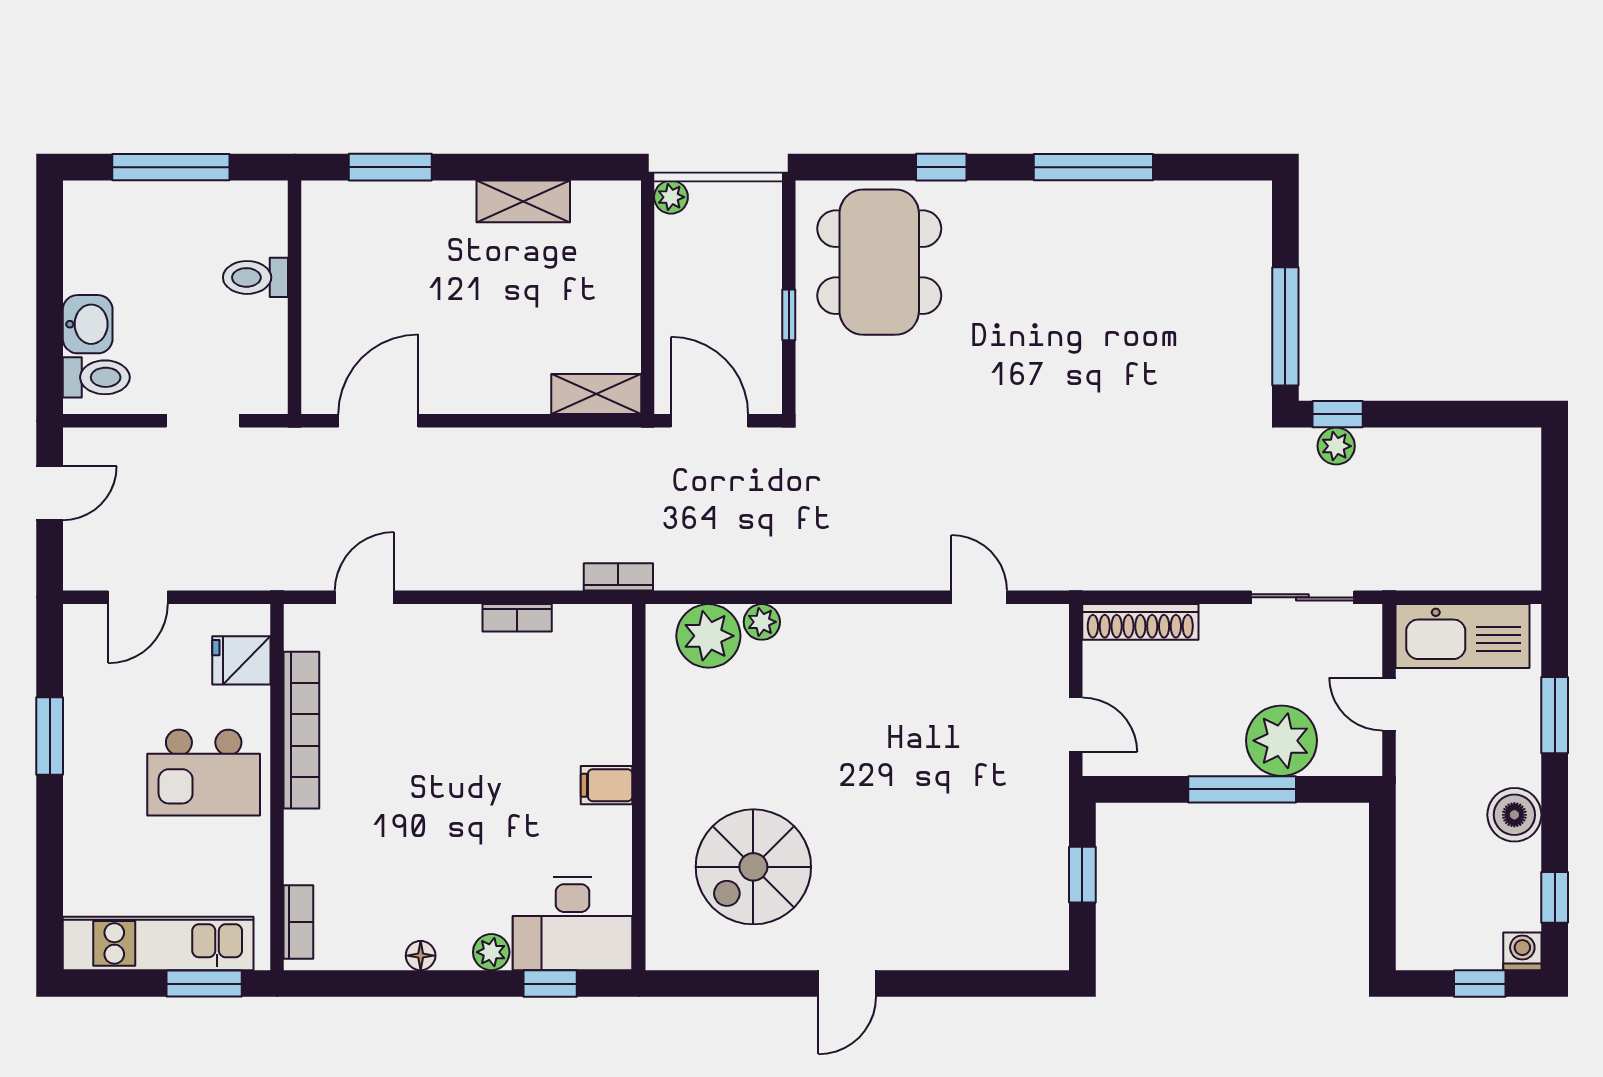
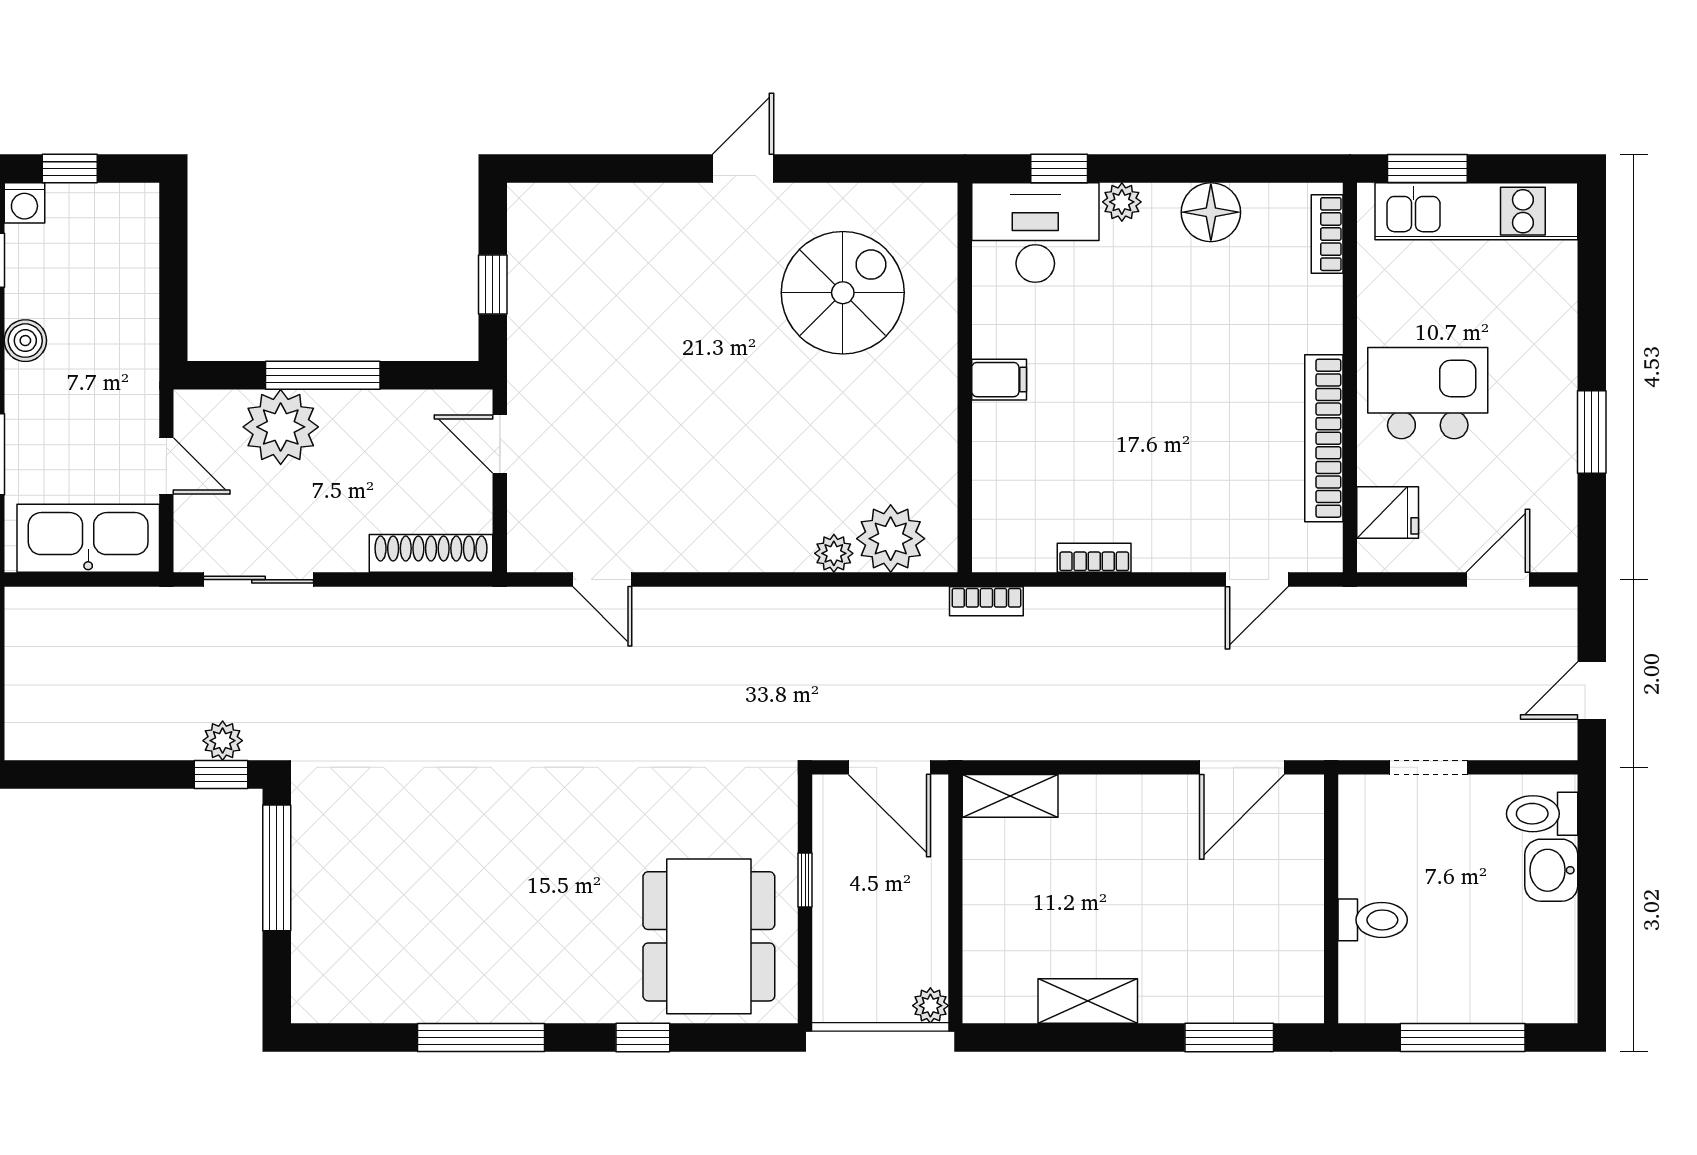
boiler: (1514, 815) -> (25, 341), width x0.73, depth x0.73
floor lamp: (421, 956) -> (1211, 212), width x1.89, depth x1.89

